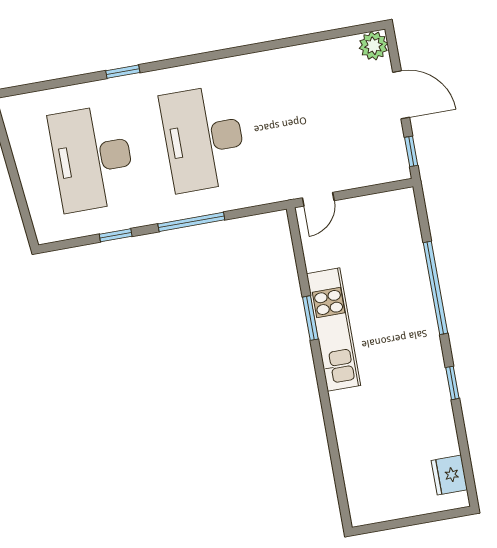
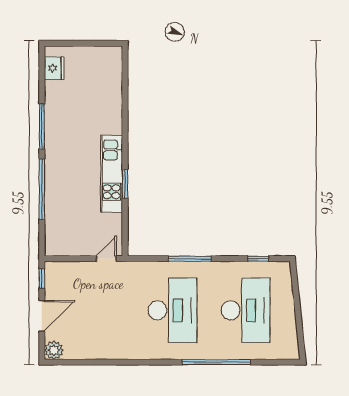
window: (123, 72) -> (216, 362), width x3.17
door: (401, 95) -> (42, 316), swing flipped
window: (116, 235) -> (258, 259), moved
window: (452, 383) -> (42, 126), width x2.17

